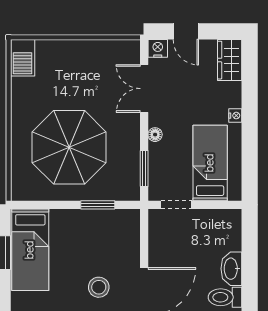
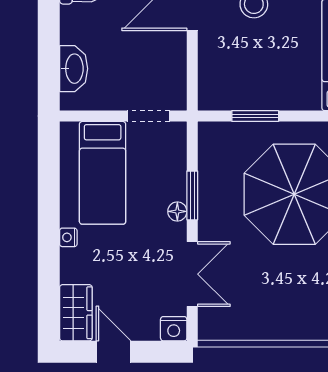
door: (186, 31) -> (114, 352), moved
window: (144, 169) -> (192, 195), moved
washbasin: (231, 269) -> (74, 69), moved

